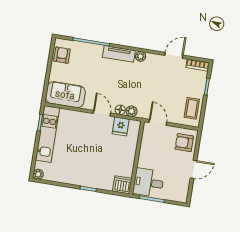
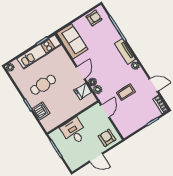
coffee table: (192, 108) -> (126, 92), moved
cafe table: (82, 158) -> (43, 85), added
desk: (148, 183) -> (74, 132), moved
dishwasher: (122, 185) -> (41, 111), moved

